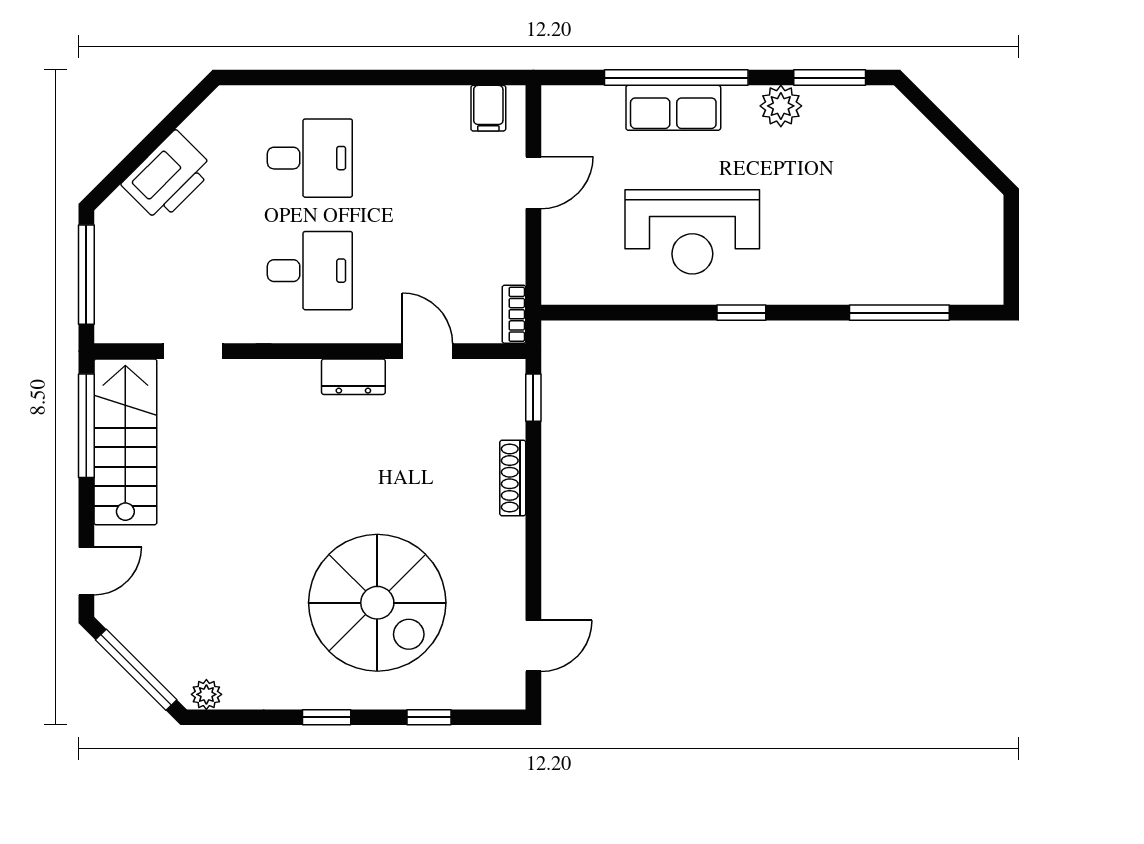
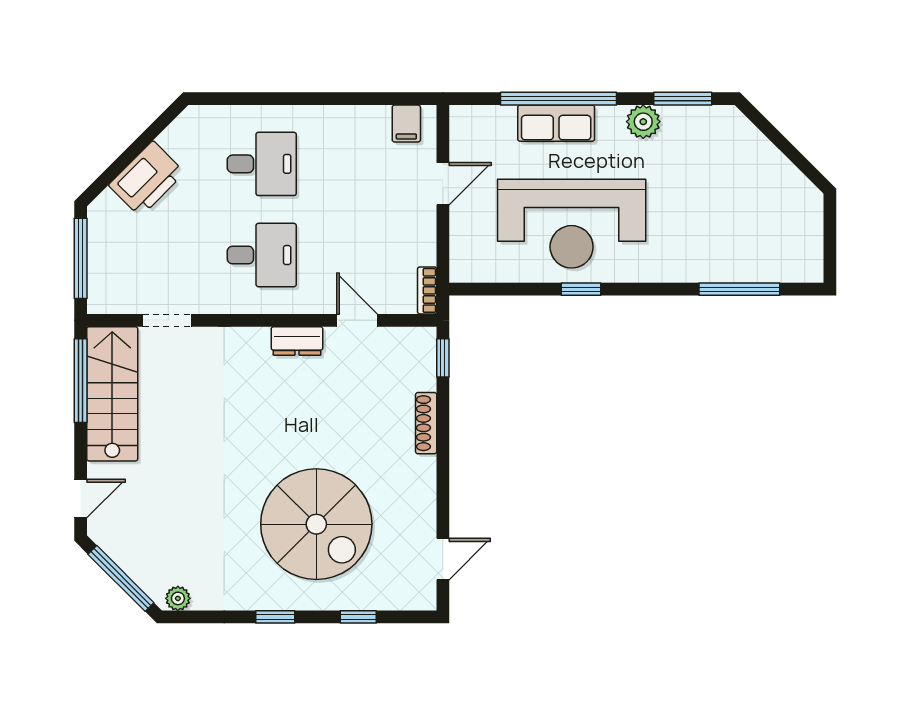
reception desk: (692, 232) -> (572, 224), width x1.36, depth x1.30
window: (741, 313) -> (581, 289), moved

